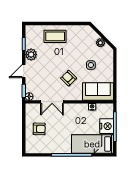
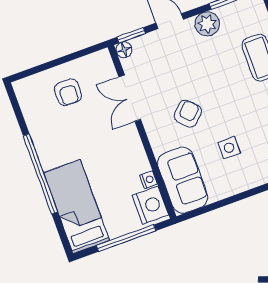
nightstand: (107, 126) -> (150, 205), moved, turned -90

